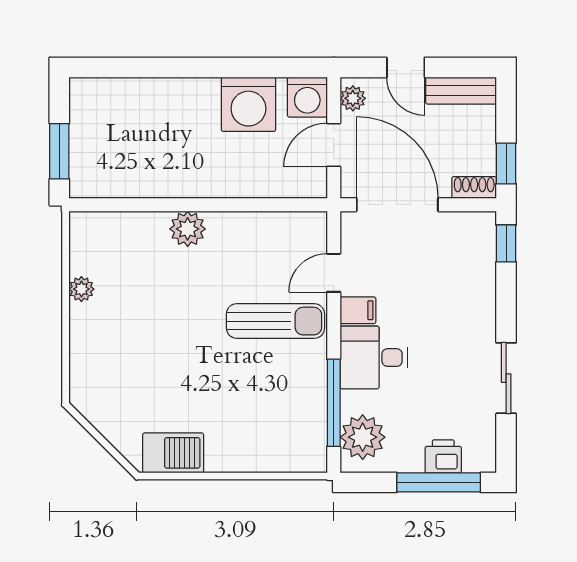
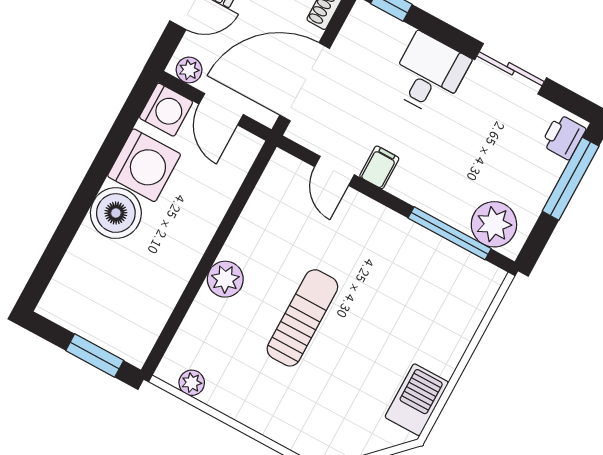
boiler: (193, 102) -> (116, 213), added
plant: (81, 289) -> (192, 383), moved
sun lounger: (275, 321) -> (302, 318), moved
desk: (374, 358) -> (429, 74), moved, turned 180
printer: (443, 456) -> (563, 137), moved

